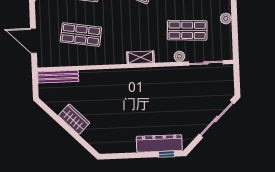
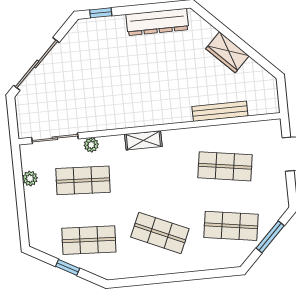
plant: (226, 18) -> (30, 178), moved
bench: (58, 77) -> (220, 111), moved
dresser: (159, 143) -> (157, 22), moved

